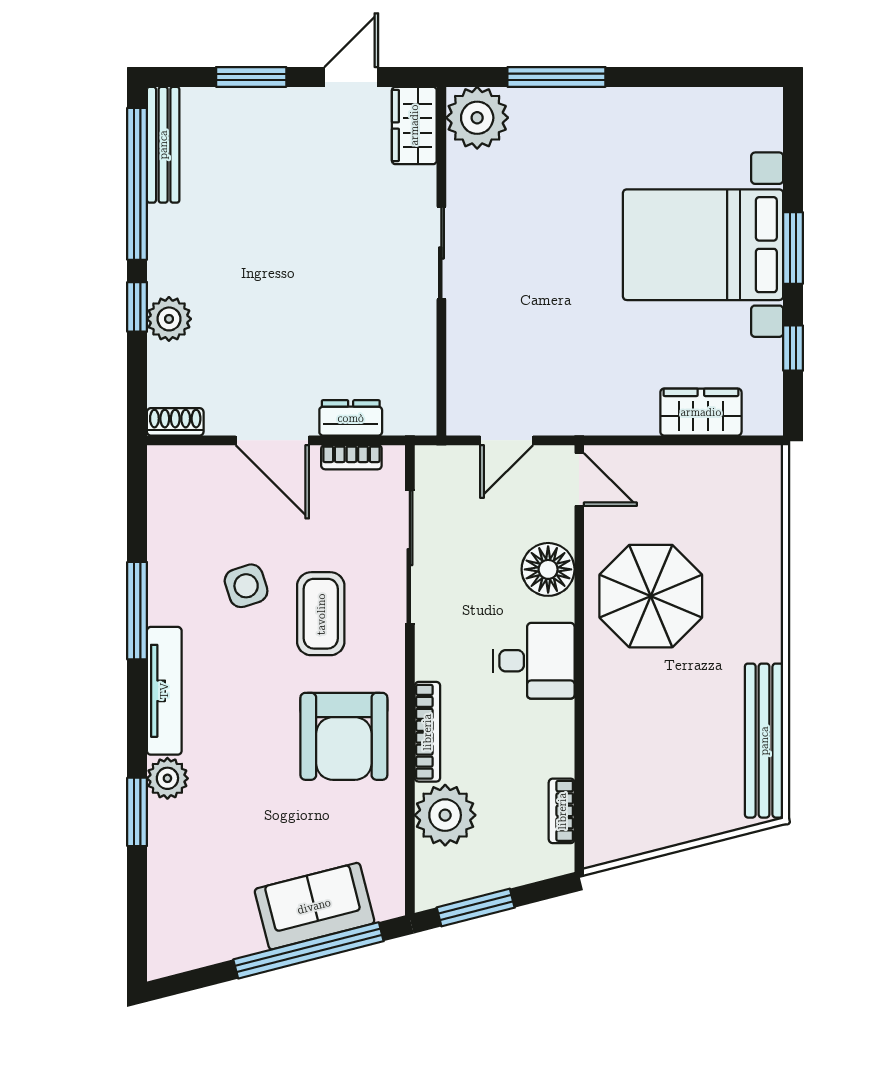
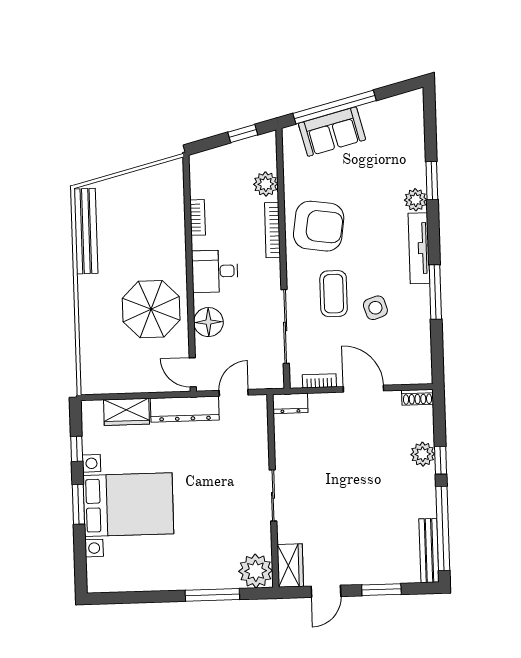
dresser: (596, 414) -> (185, 409), added
dresser: (351, 418) -> (290, 403), moved
armchair: (344, 736) -> (319, 226), turned 98
bookcase: (562, 811) -> (198, 217), moved
plant: (445, 815) -> (266, 184), width x0.73, depth x0.73
window: (476, 908) -> (243, 134), width x0.67

